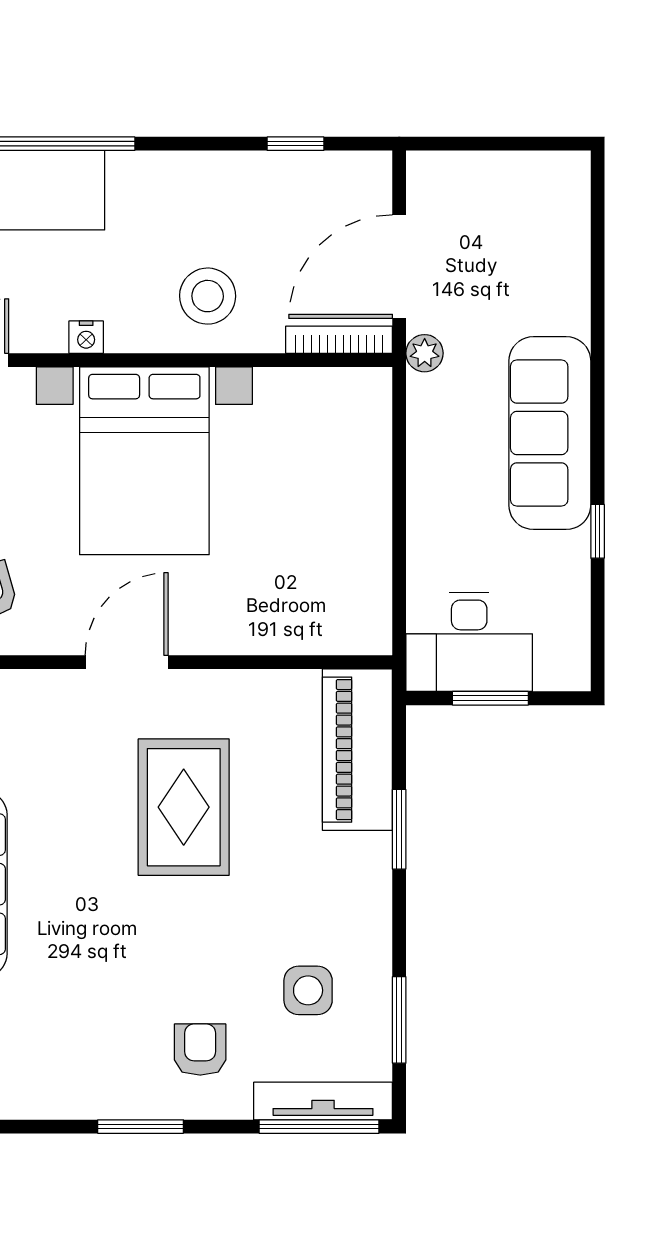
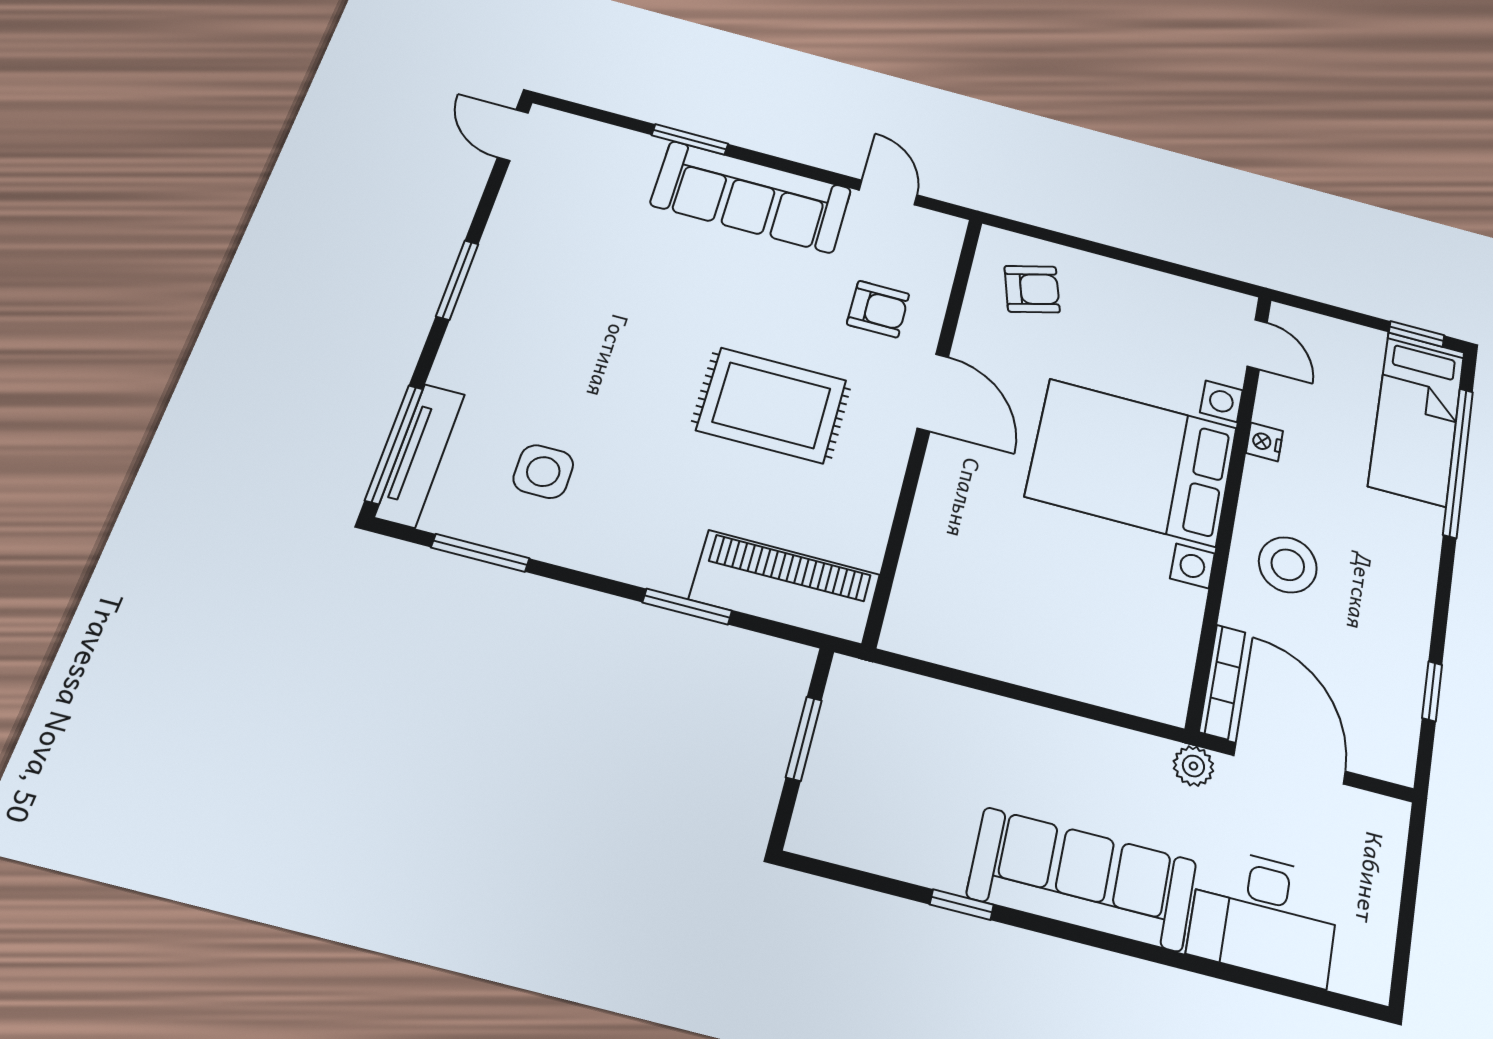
desk: (469, 642) -> (1264, 916), moved, turned -90
armchair: (200, 1050) -> (878, 309), moved

